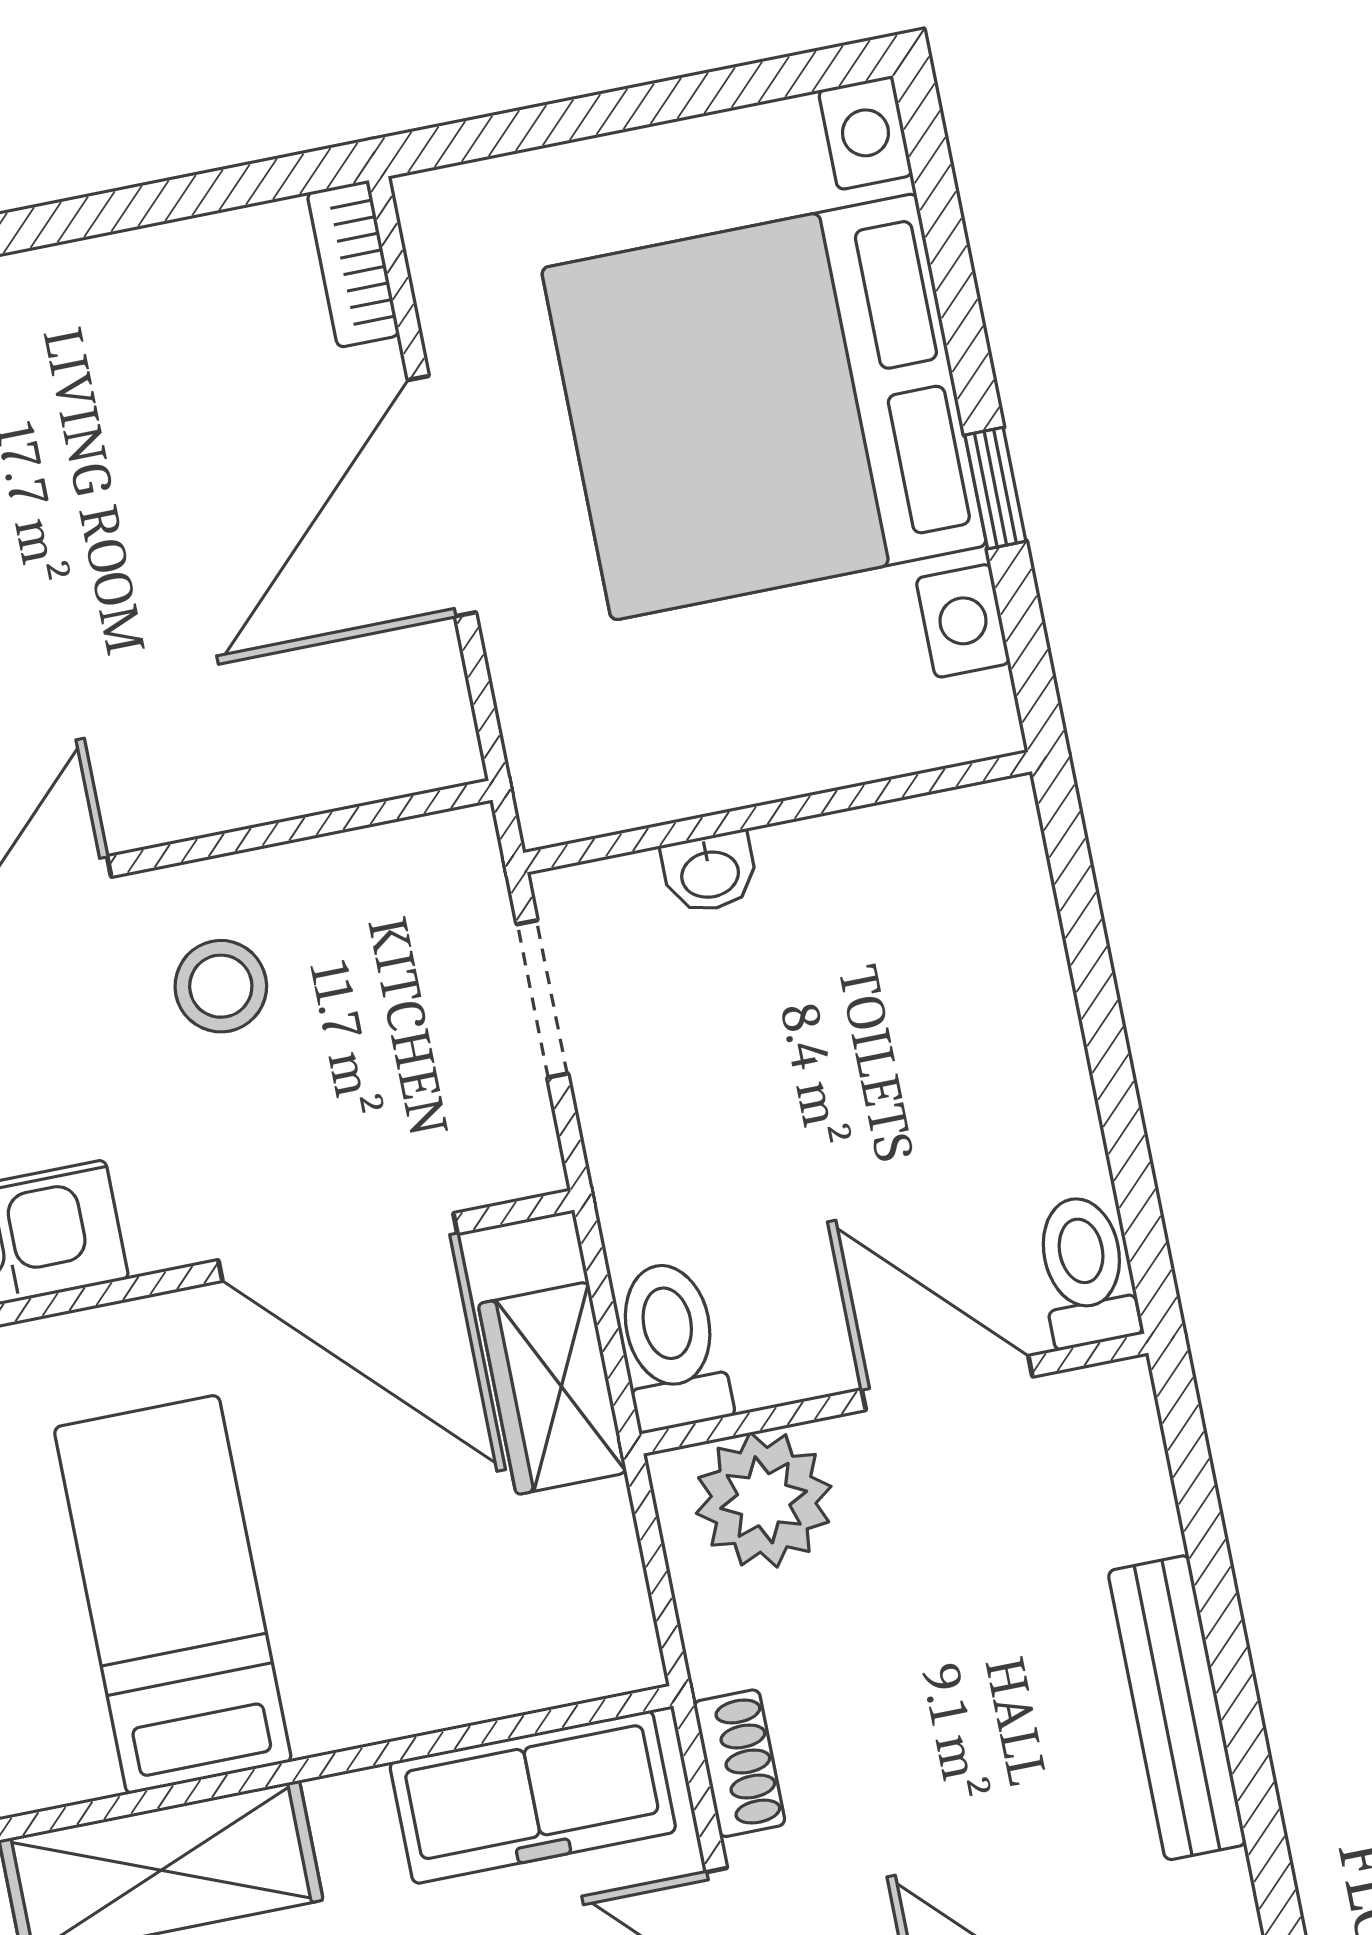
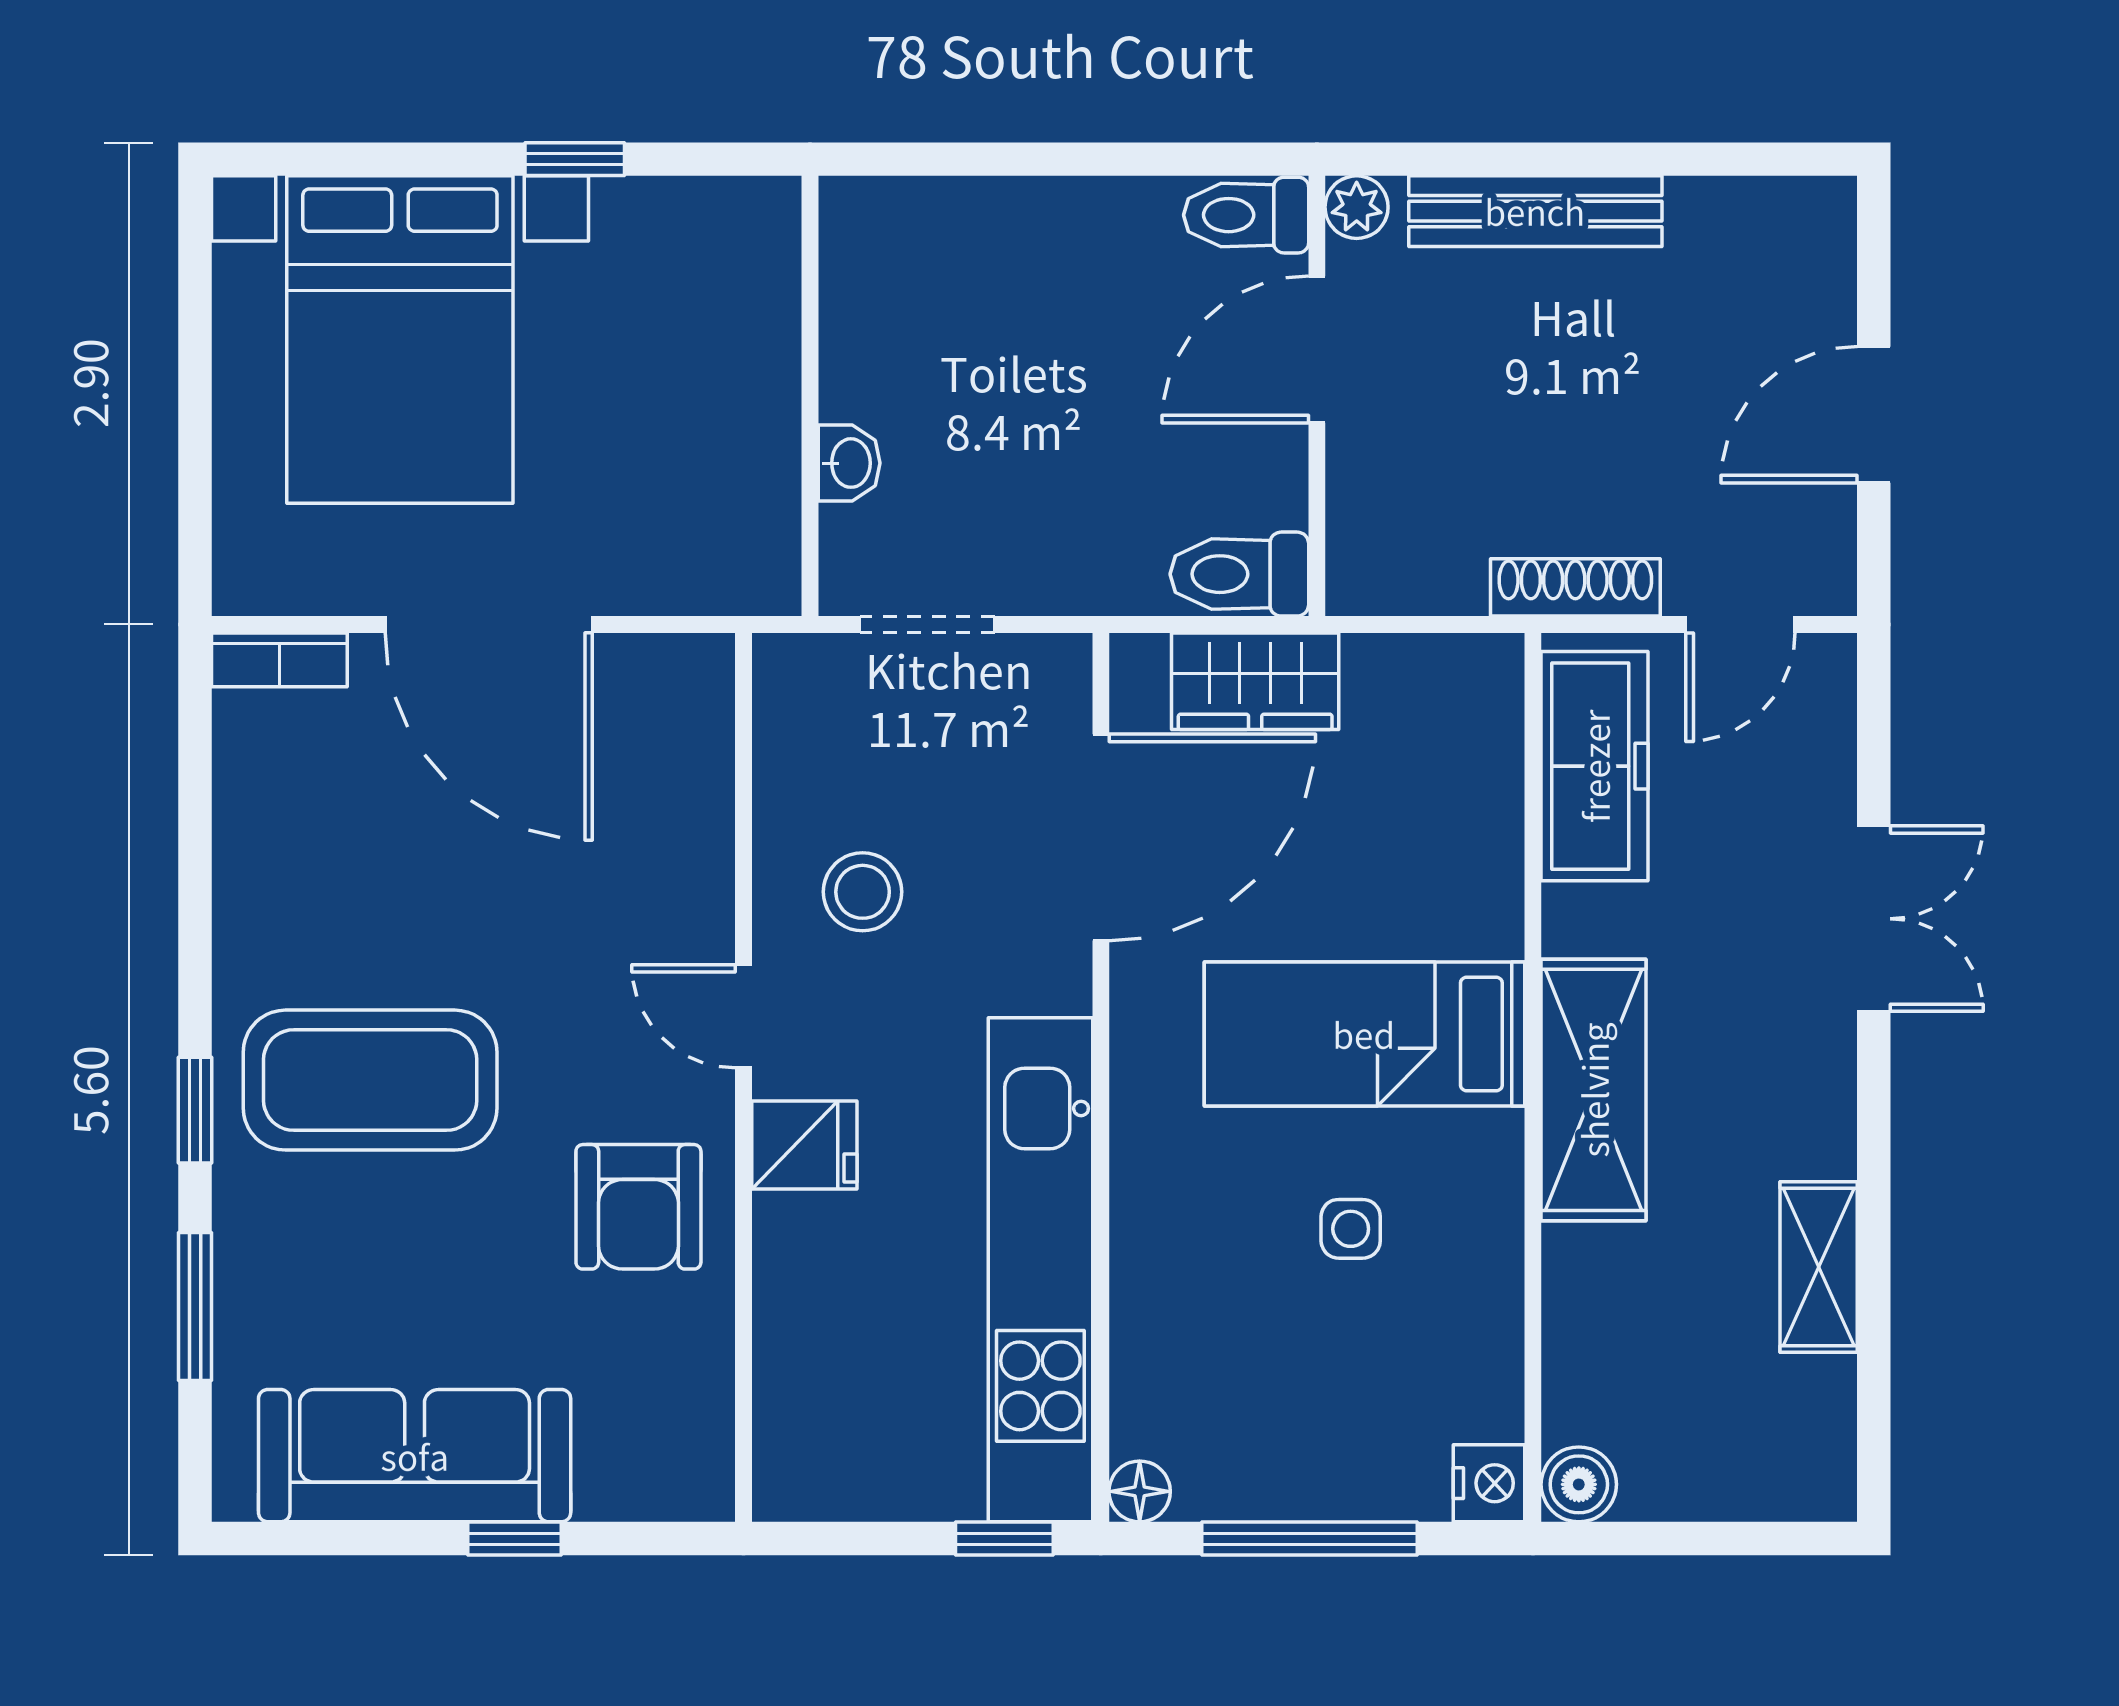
bed with nightstands: (764, 407) -> (400, 339), width x0.73
plant: (764, 1500) -> (1357, 207), moved, width x0.53, depth x0.53
bench: (1177, 1708) -> (1535, 211), moved
shoe rack: (739, 1763) -> (1575, 587), width x1.43

